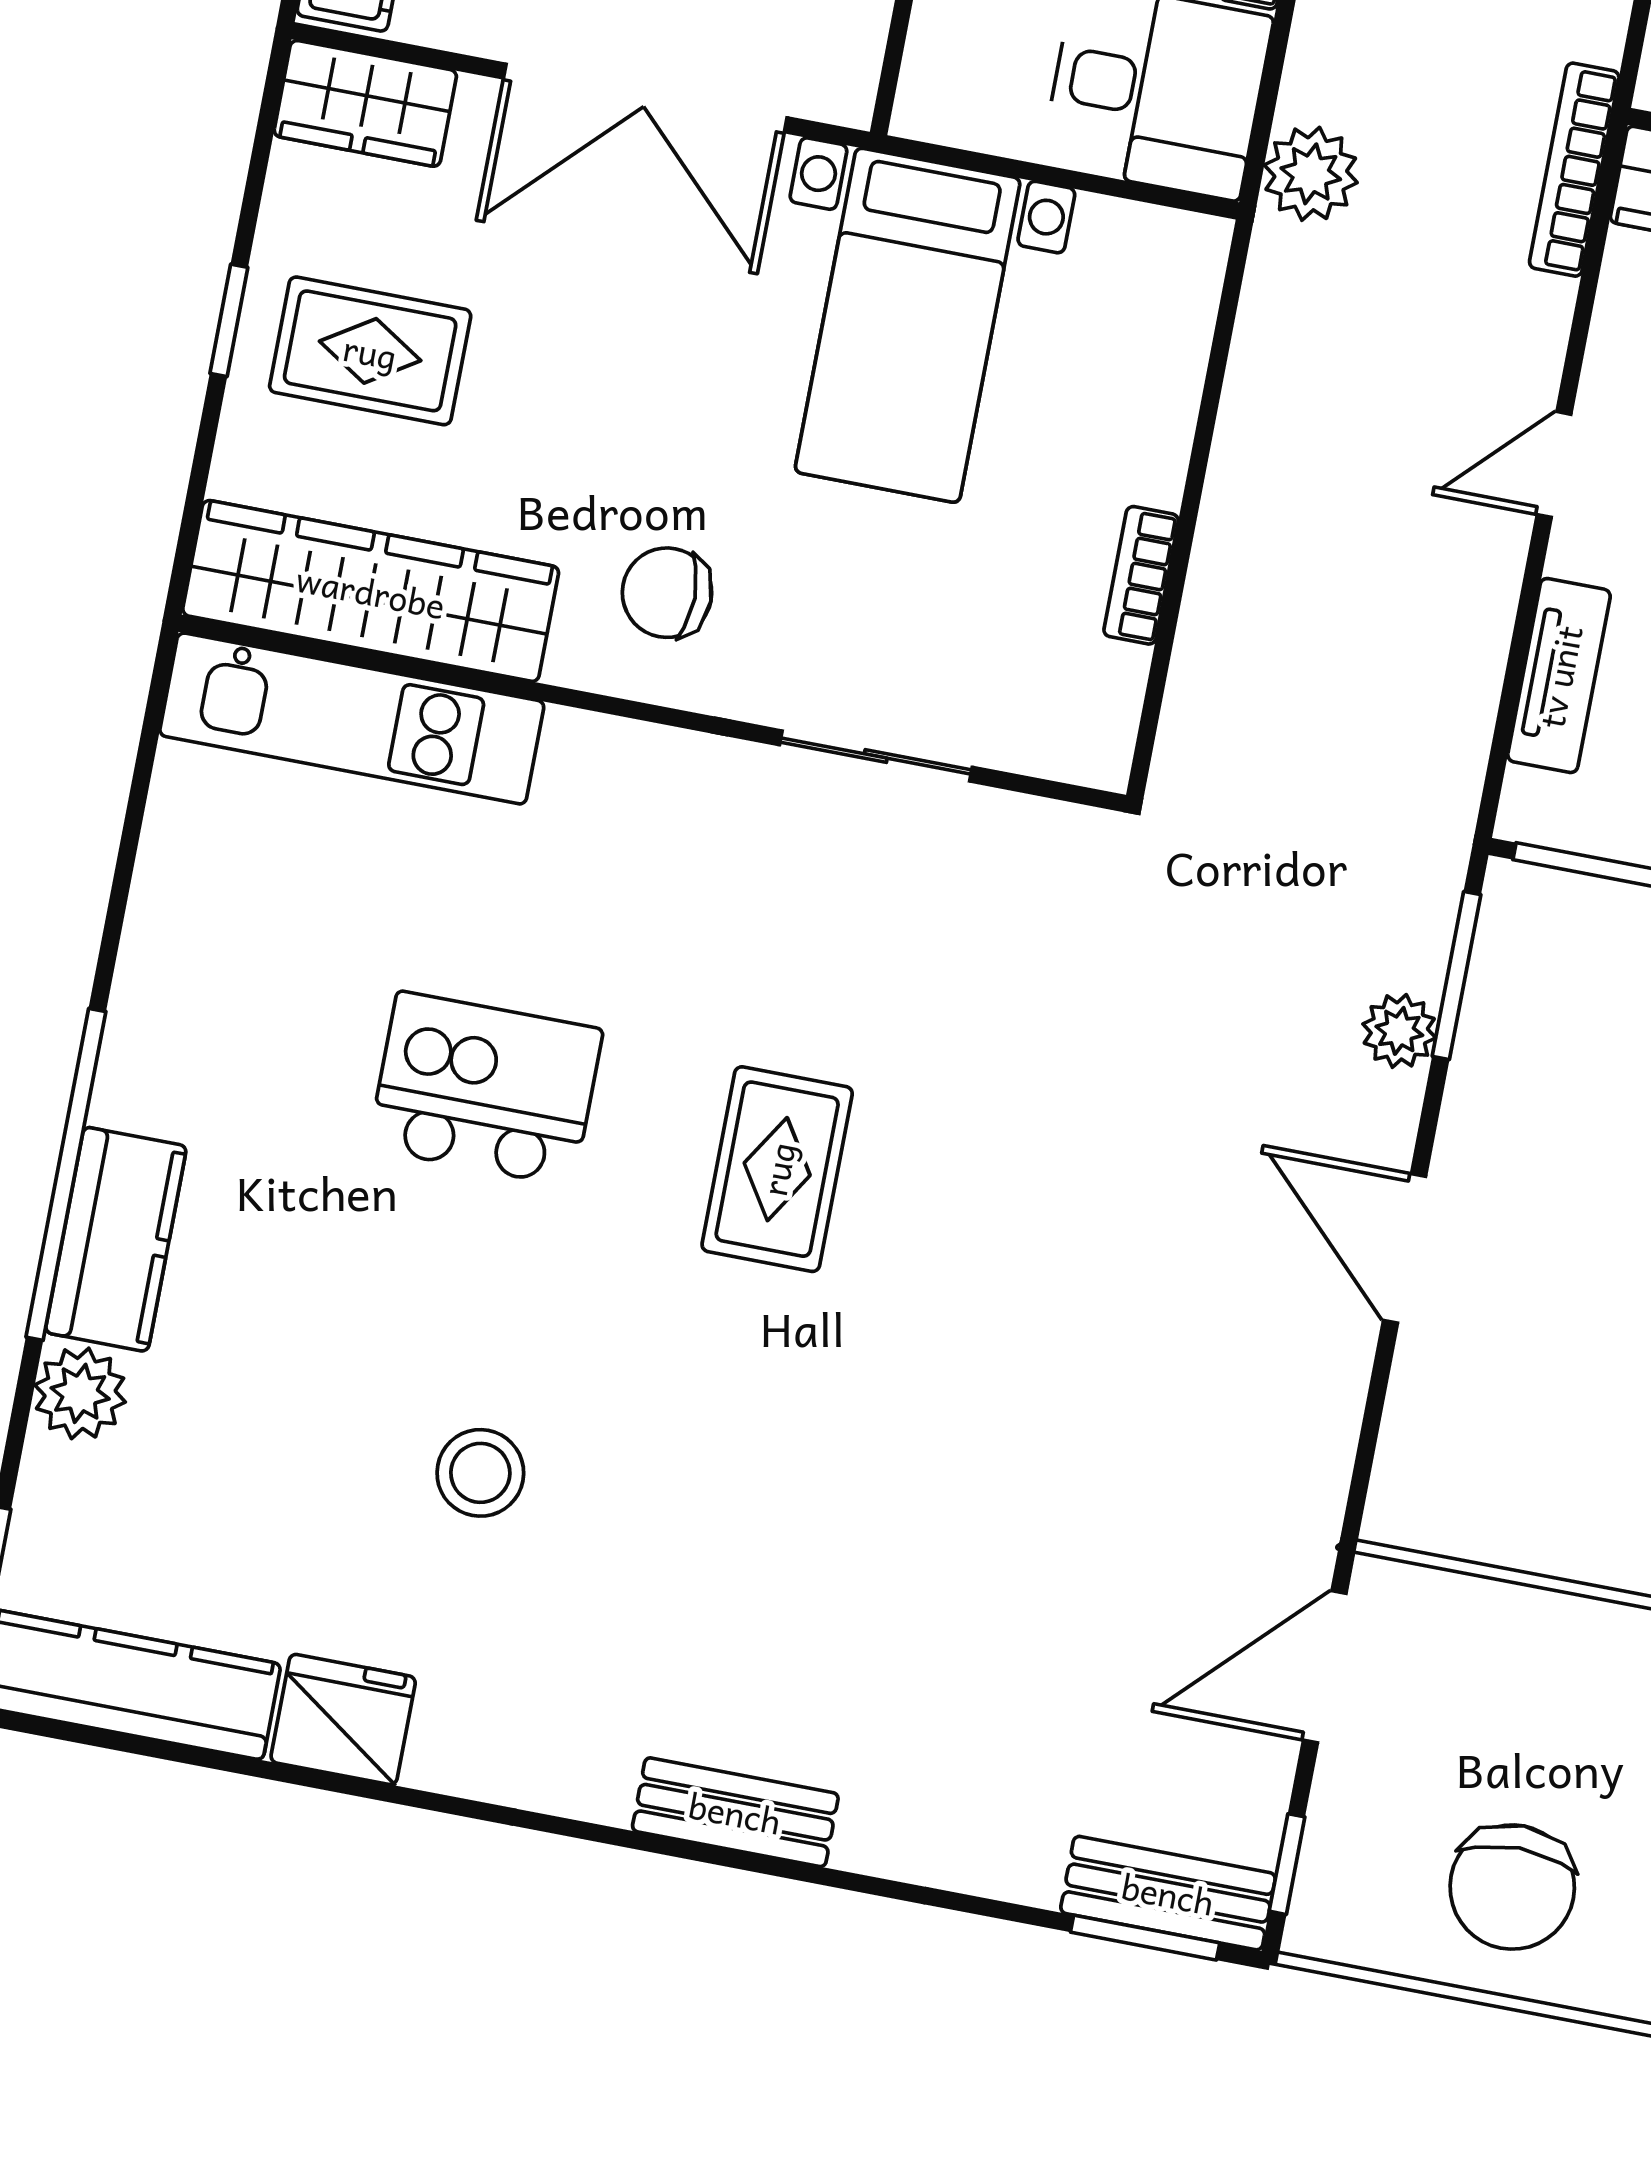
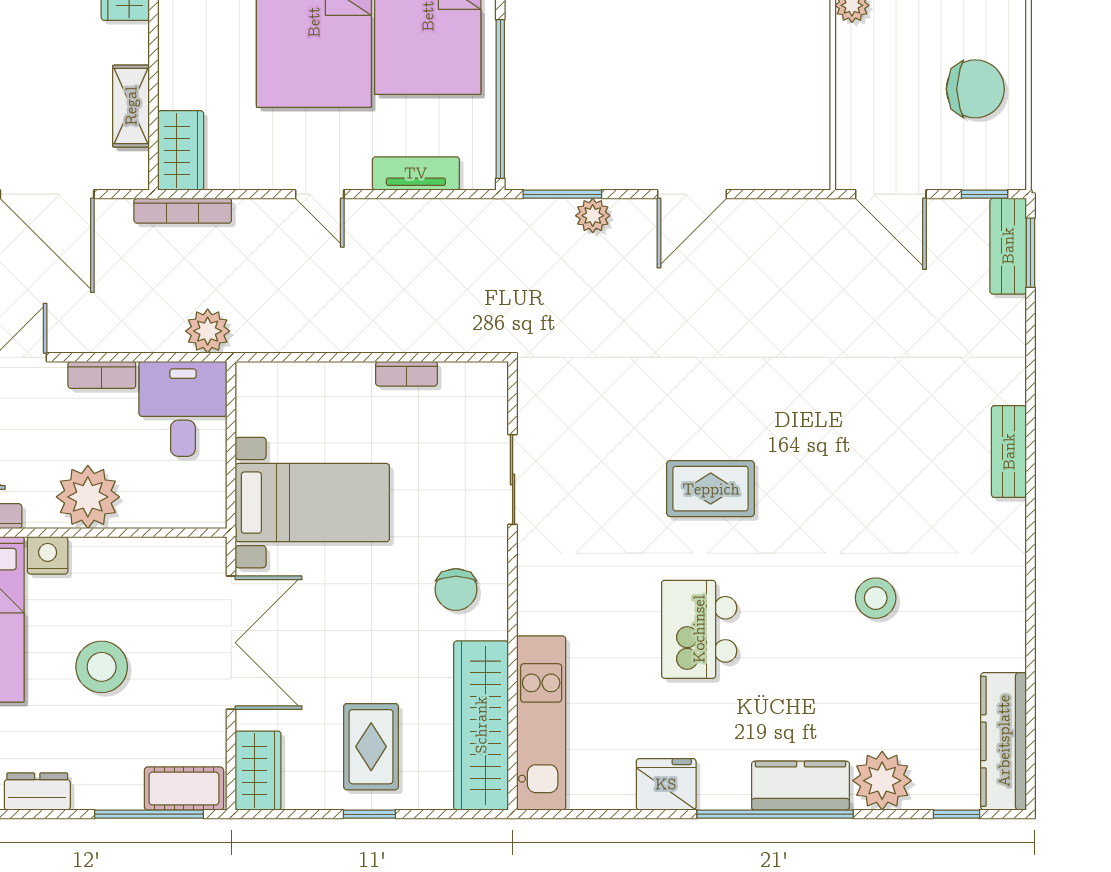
plant: (80, 1393) -> (882, 781), width x1.36, depth x1.36
fridge: (343, 1719) -> (666, 784), moved, turned 90

